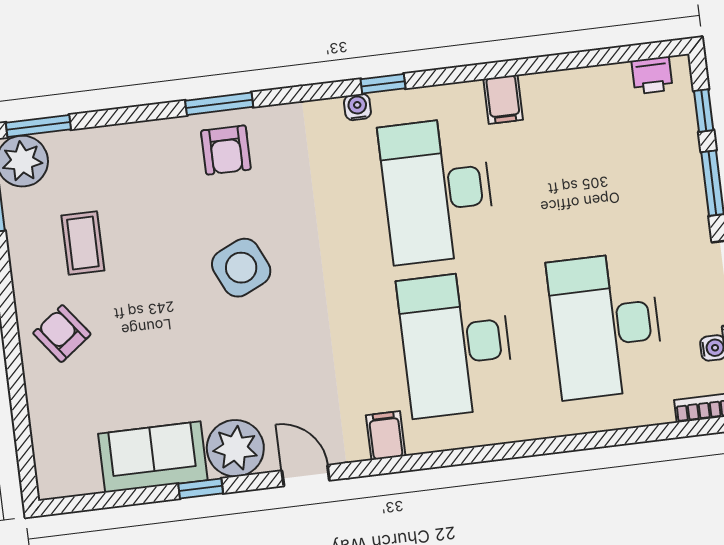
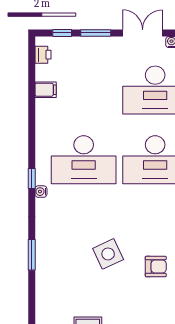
filing cabinet: (503, 99) -> (46, 90), moved
armchair: (226, 150) -> (156, 266), moved

